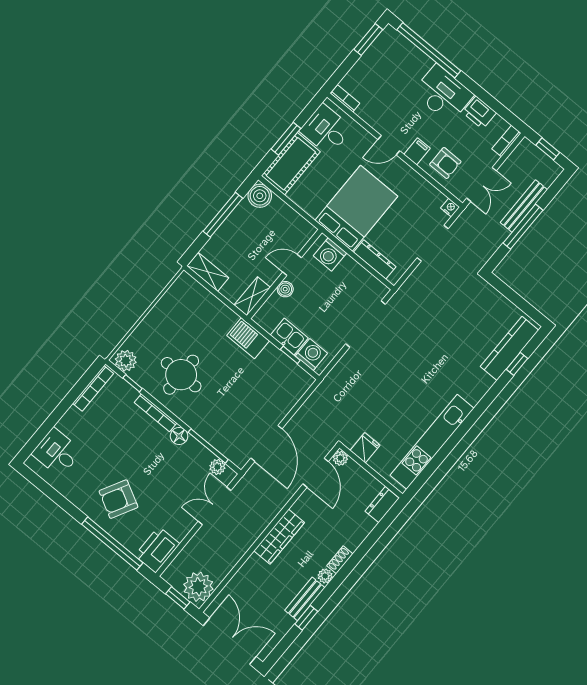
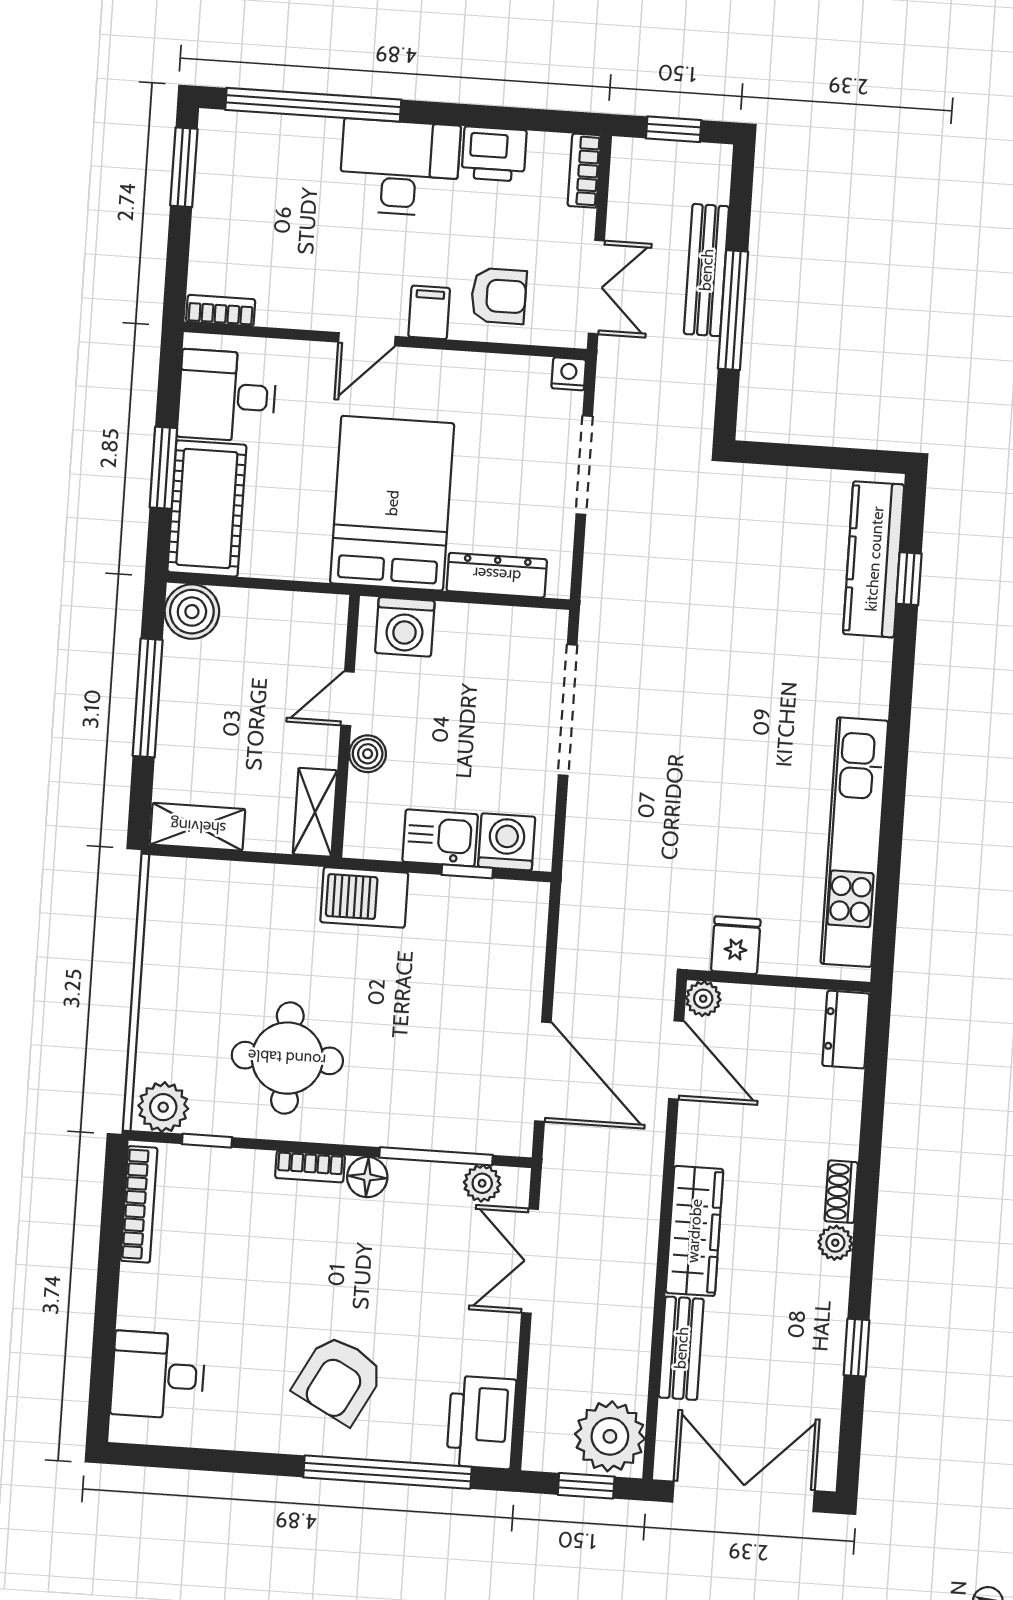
bookcase: (155, 413) -> (310, 1167), width x0.64
bench: (305, 599) -> (681, 1348), moved

